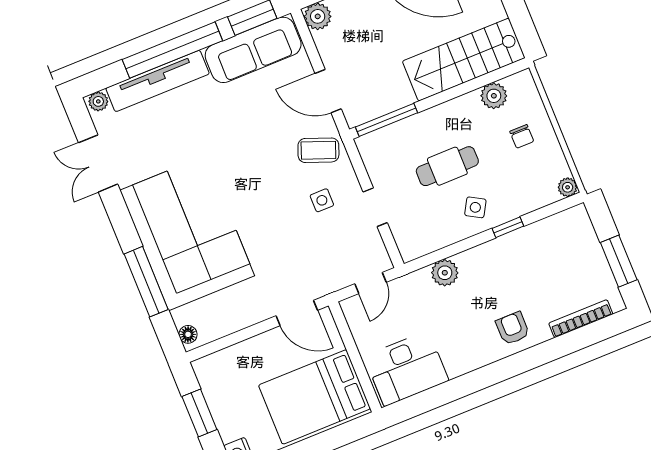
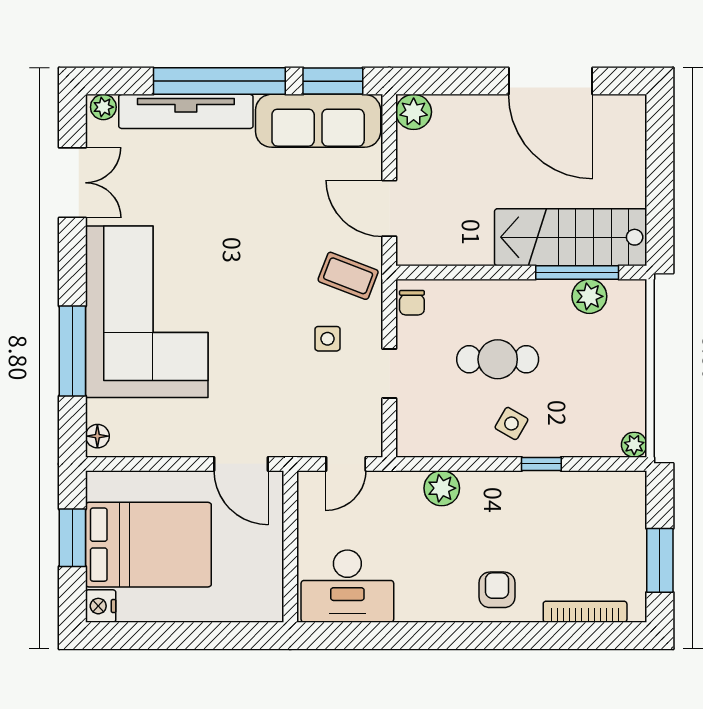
window: (387, 120) -> (577, 272), moved
chair: (522, 136) -> (412, 303), moved
double door: (98, 163) -> (72, 183), swing flipped
bed: (314, 397) -> (148, 545), moved, turned 180

